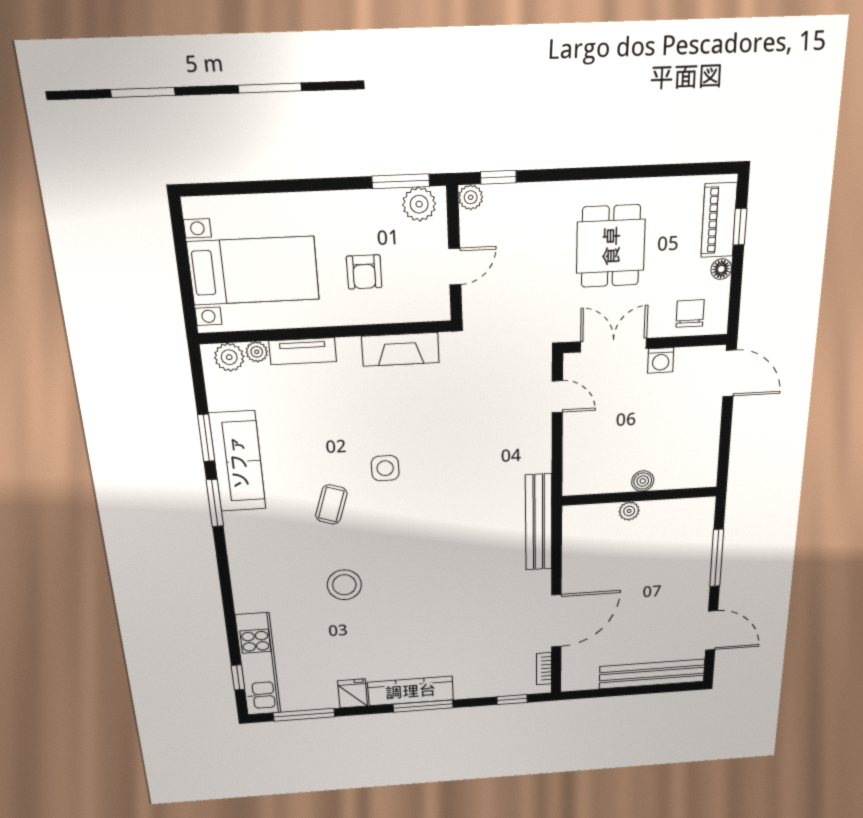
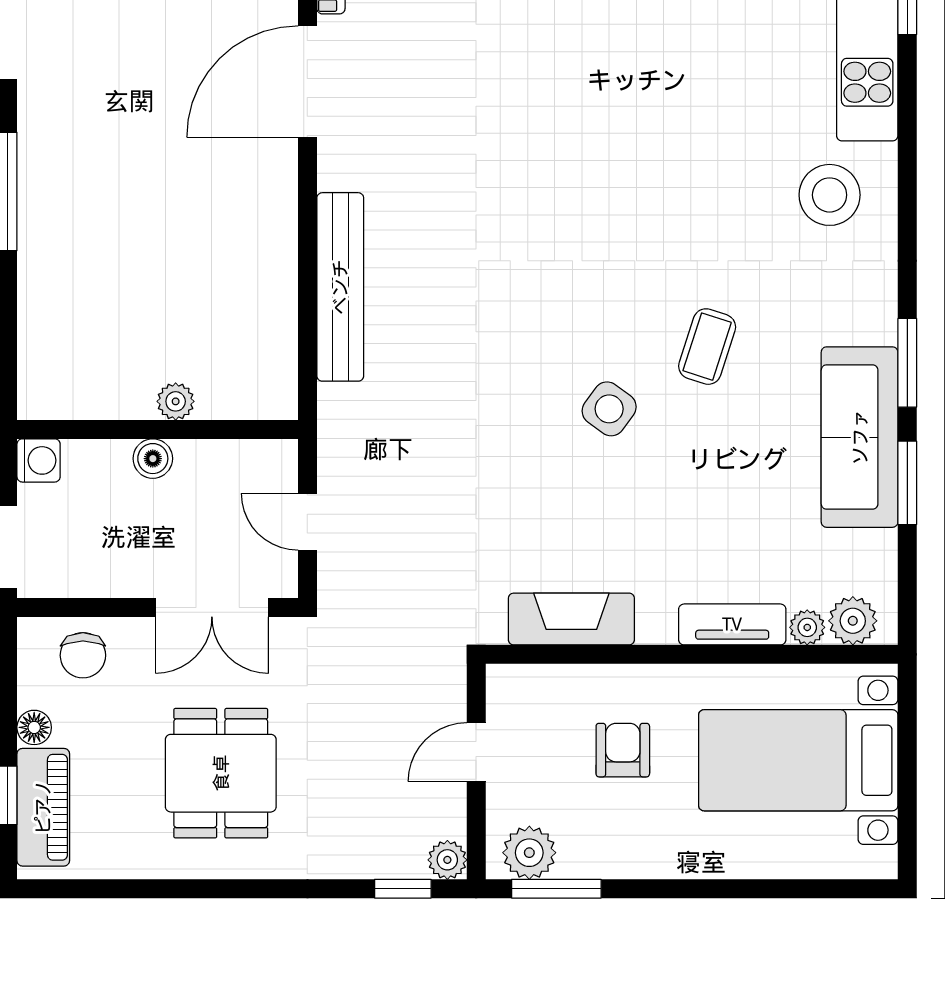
washing machine: (661, 360) -> (39, 460), moved, turned 90
side table: (385, 468) -> (609, 409), turned 36
boiler: (643, 481) -> (153, 459), moved
wall: (640, 496) -> (158, 429), moved
plant: (629, 511) -> (176, 401), moved
stool: (344, 585) -> (830, 195), moved

